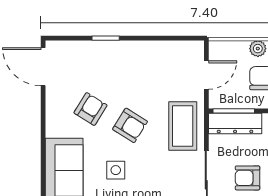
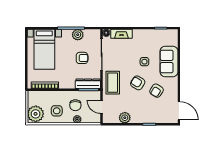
plant: (157, 52) -> (125, 118), added
door: (206, 75) -> (102, 107), hinge flipped

